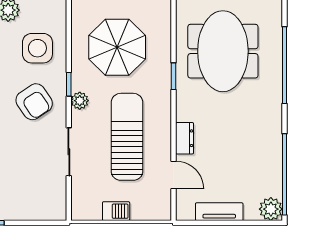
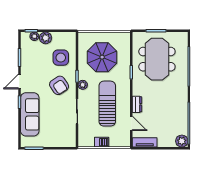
tv unit: (219, 212) -> (145, 142), moved

